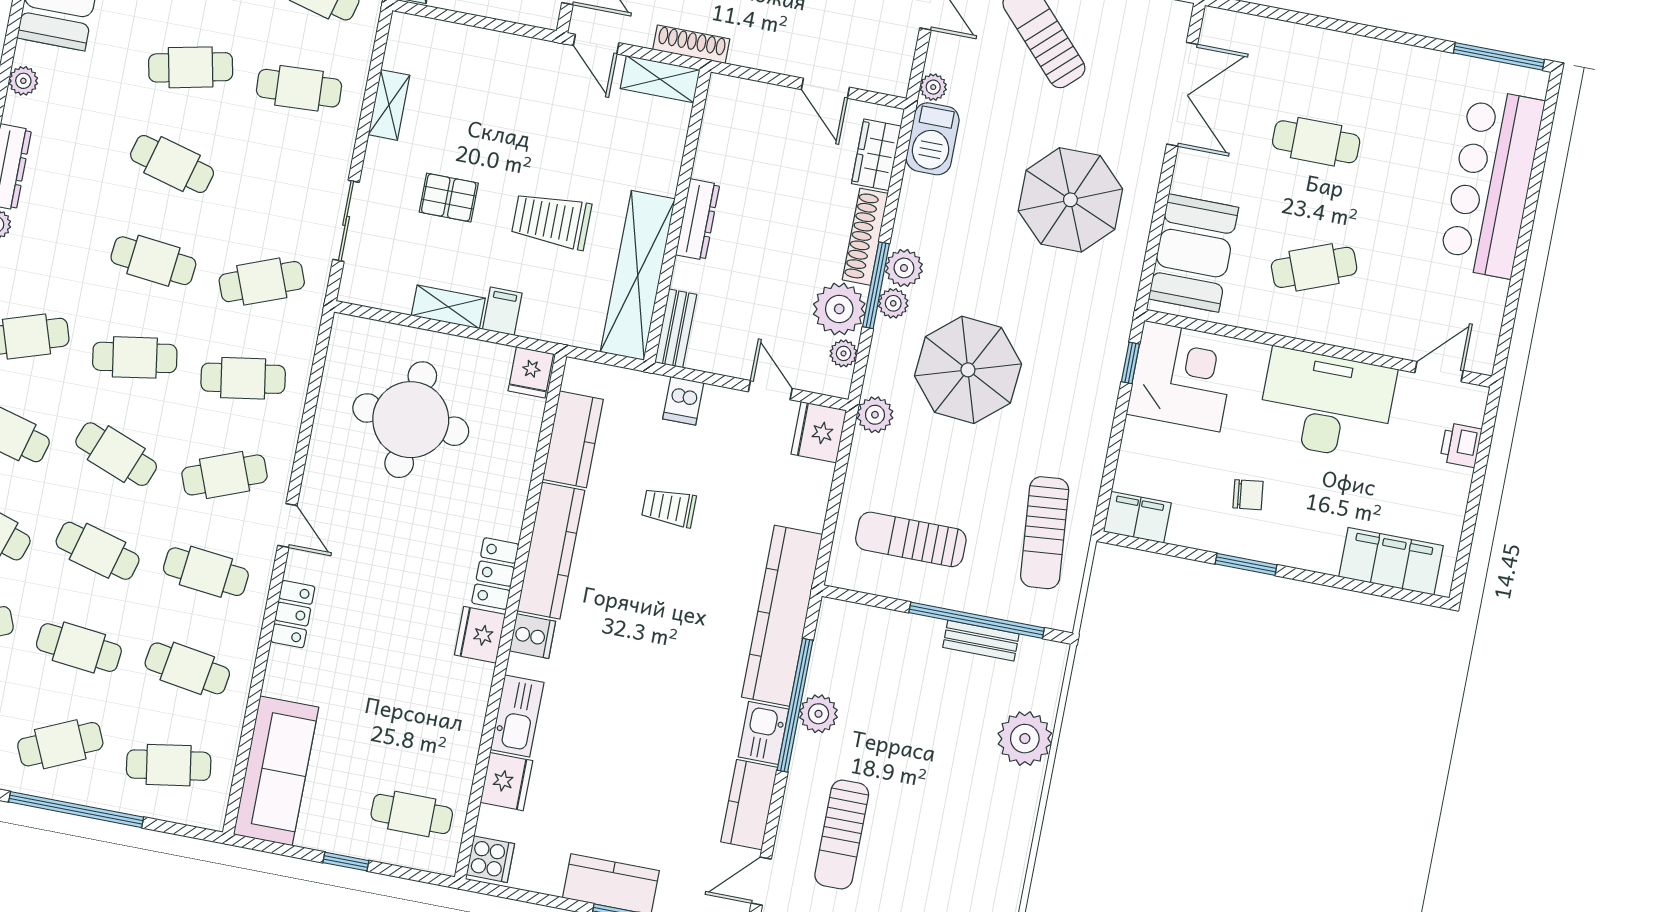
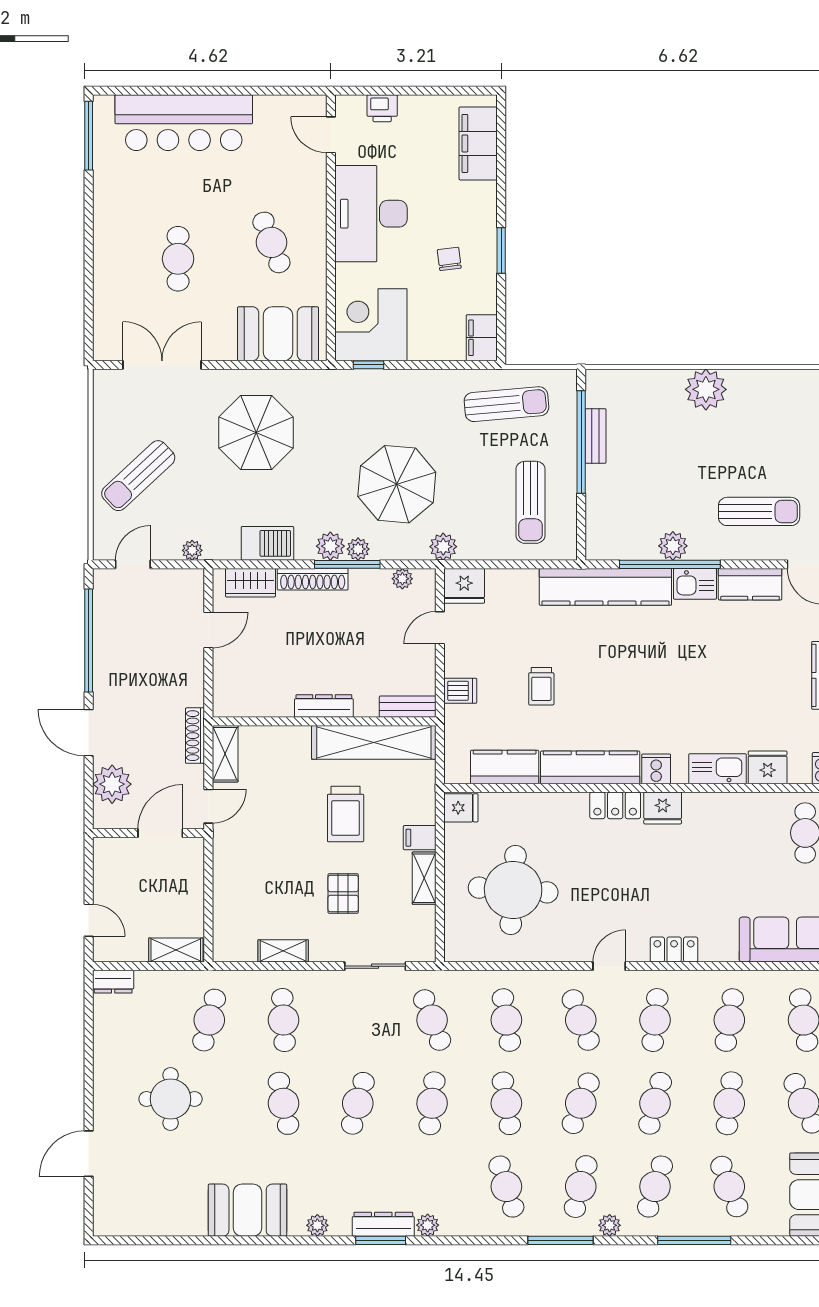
barbecue: (933, 139) -> (267, 543), moved
plant: (839, 309) -> (370, 588), removed
plant: (1025, 739) -> (706, 389), moved

